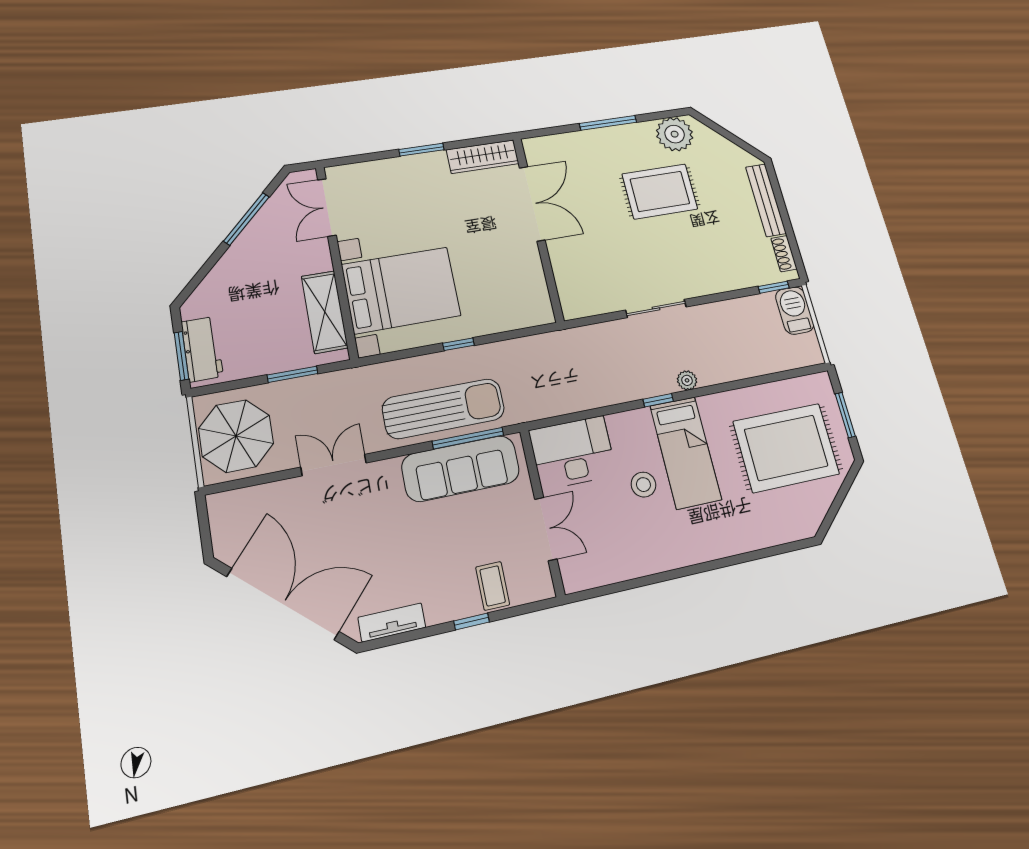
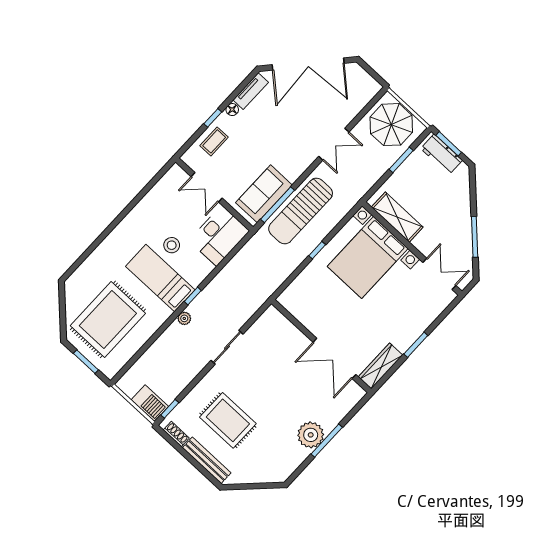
plant: (675, 134) -> (311, 435), moved
rug: (660, 191) -> (228, 420), moved, turned 90
window: (292, 374) -> (401, 160), moved
sofa: (461, 469) -> (264, 194), width x0.73
coffee table: (493, 586) -> (214, 141), turned 90
floor lamp: (436, 614) -> (232, 110), added

